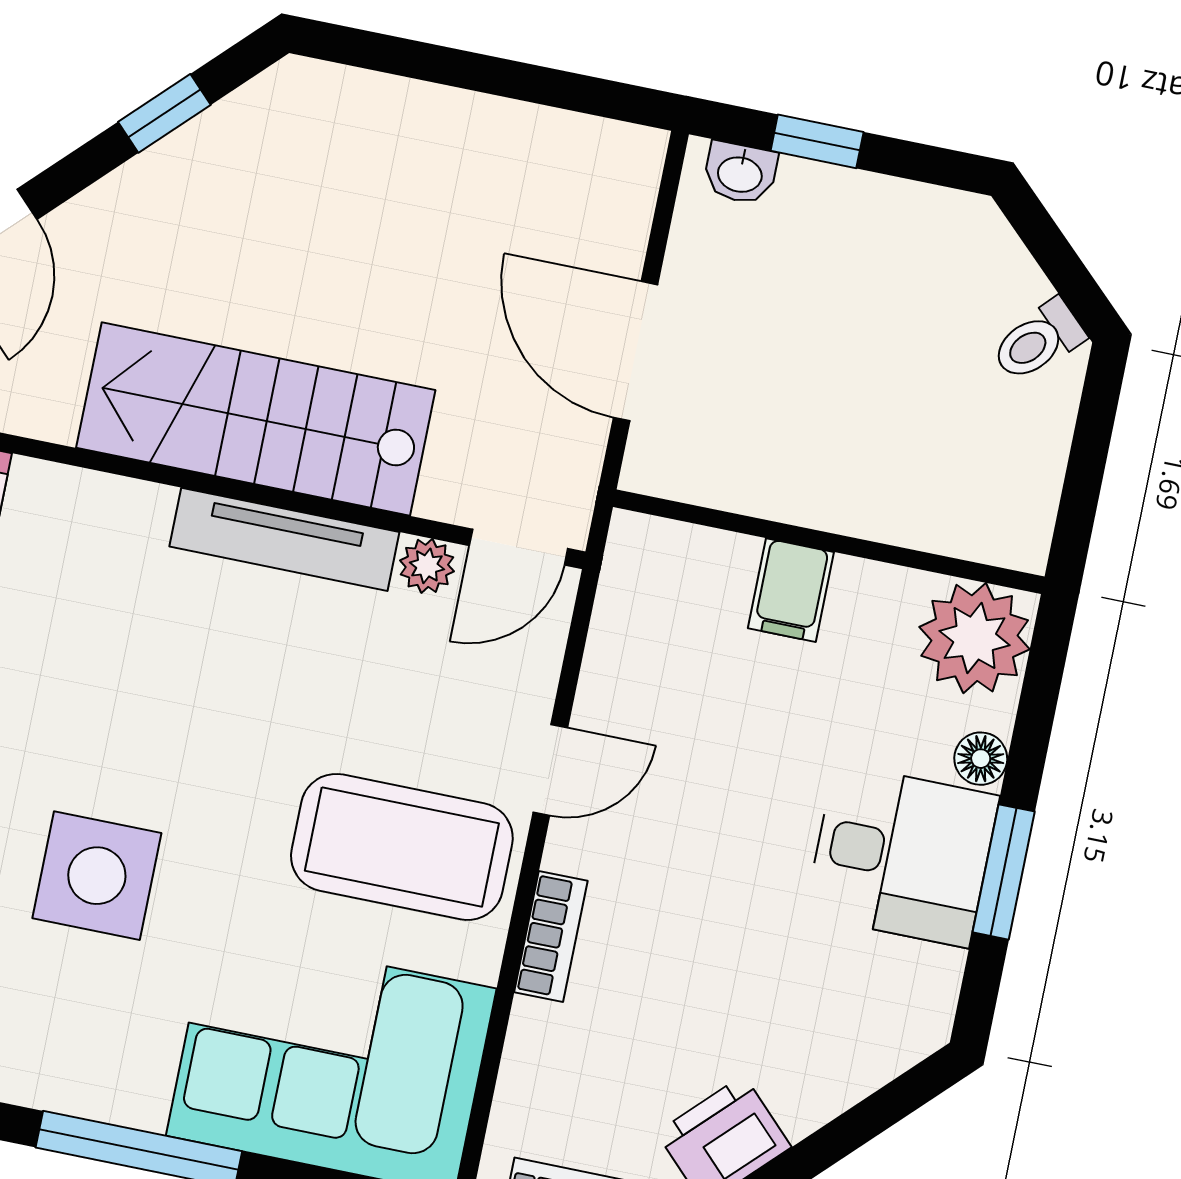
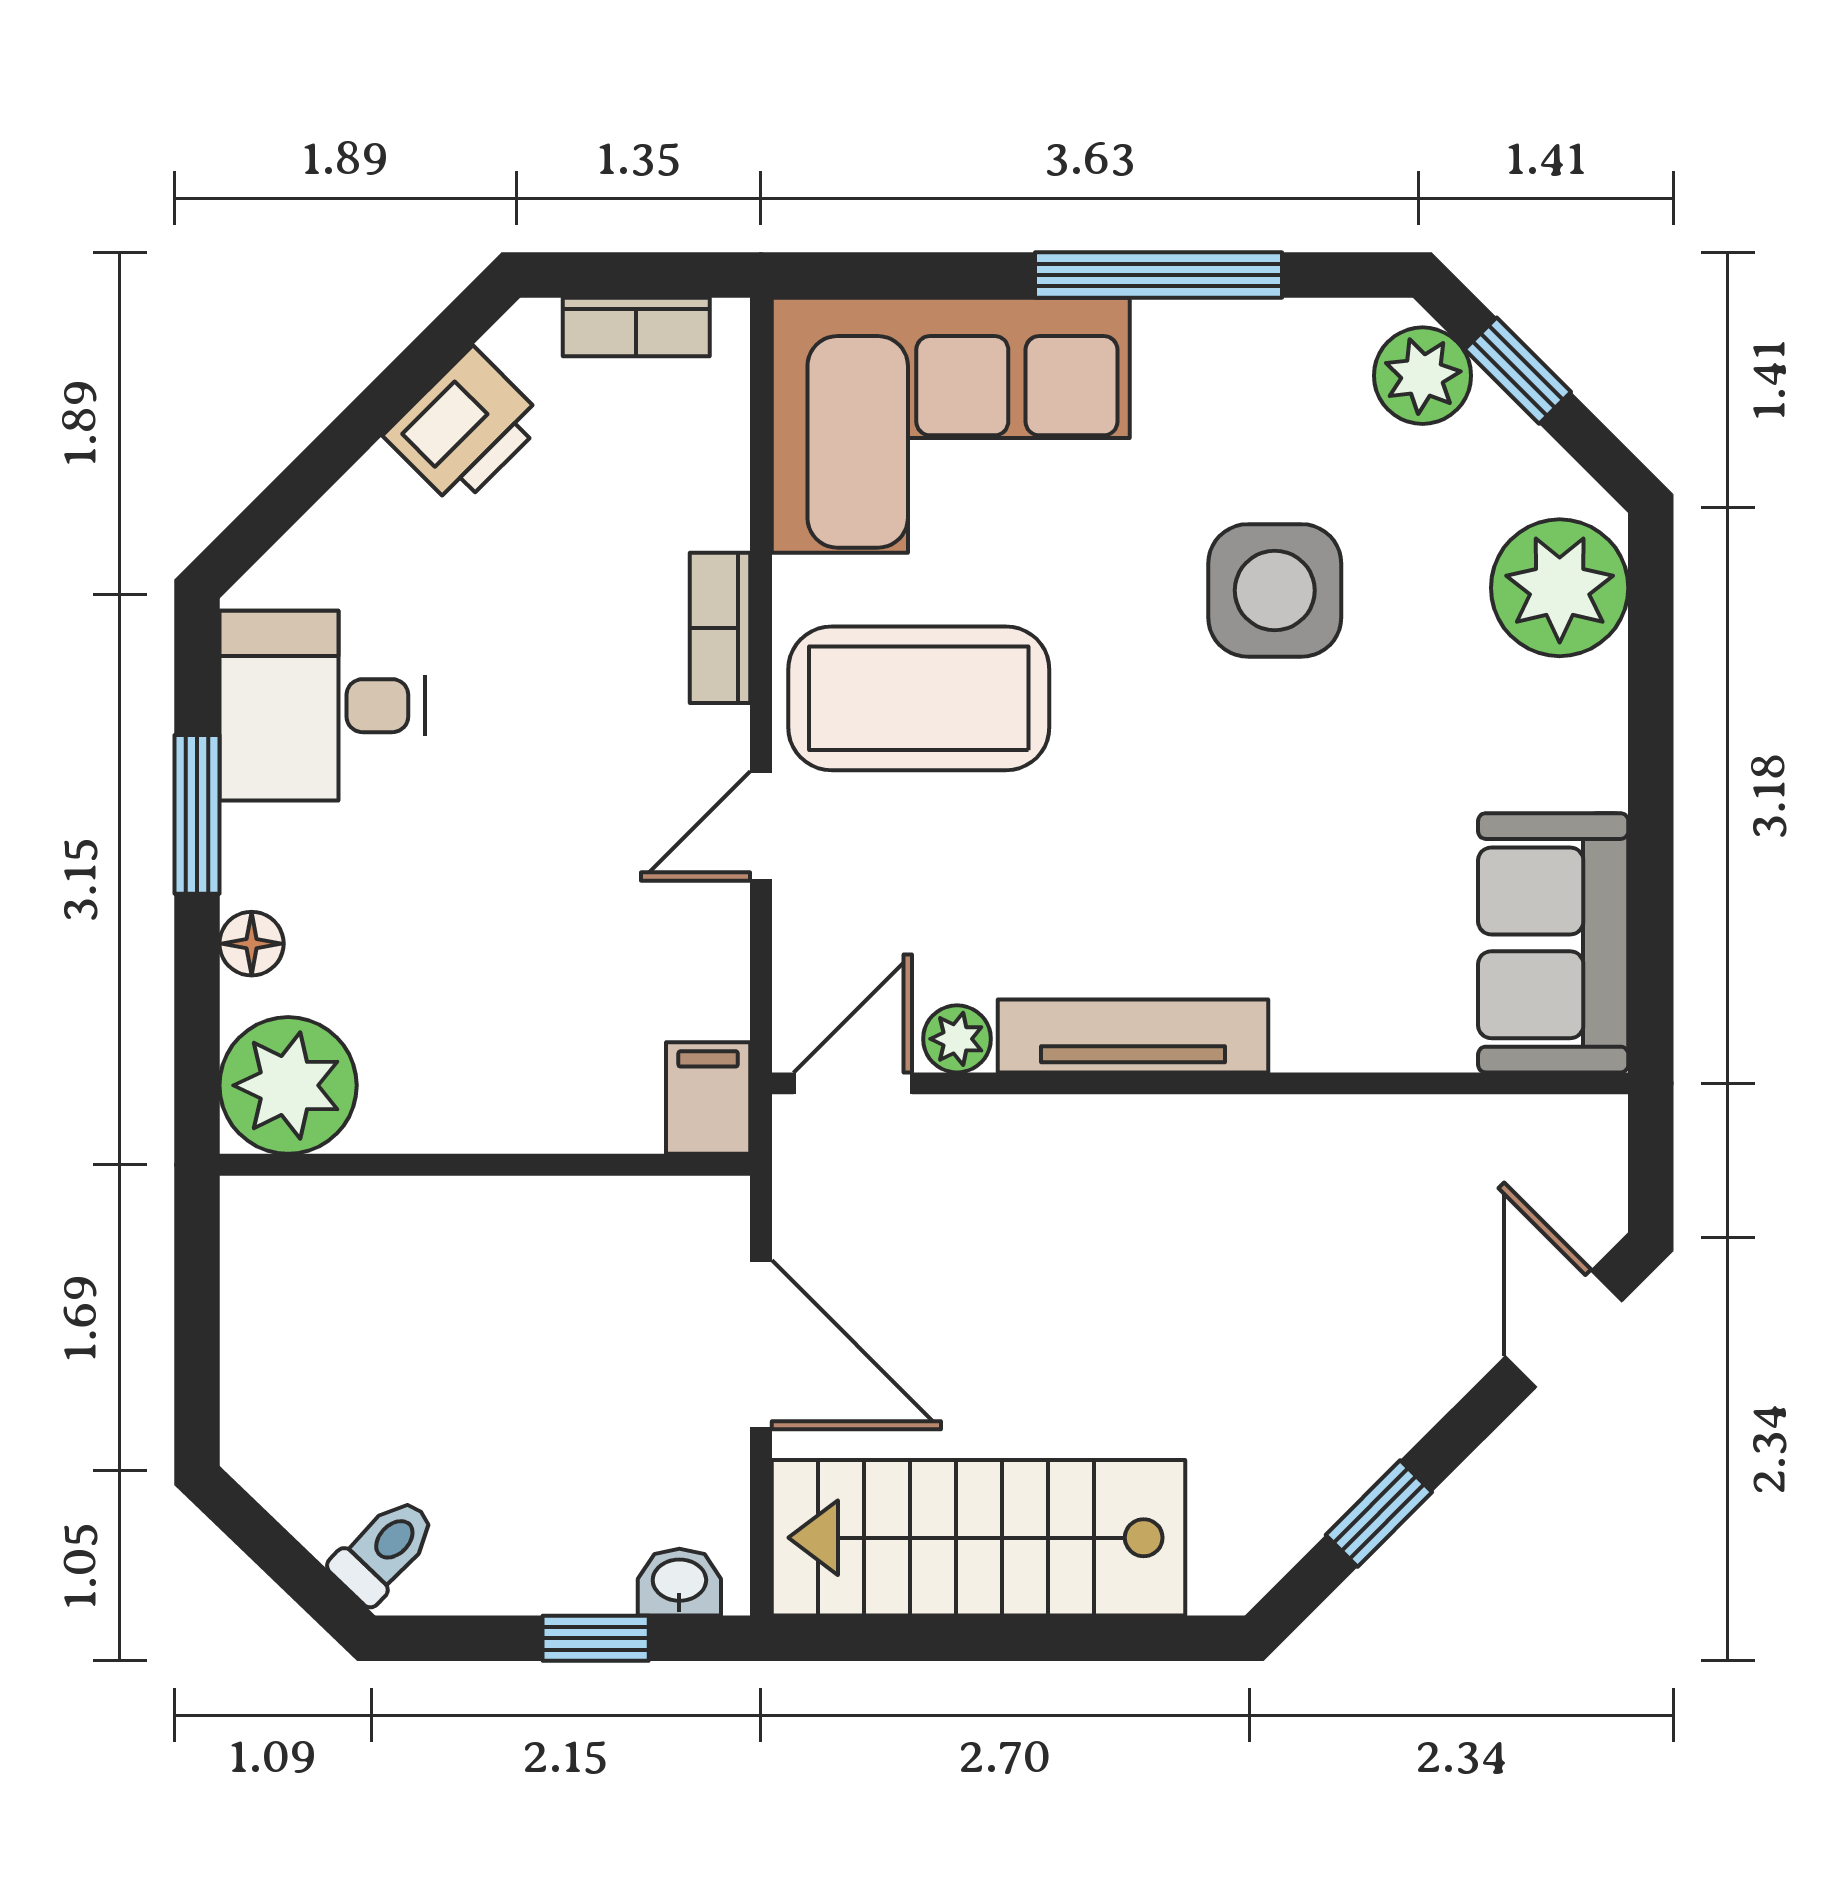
toilet: (1038, 341) -> (384, 1550), moved
stairs: (256, 419) -> (978, 1538), moved, turned 180
filing cabinet: (791, 590) -> (708, 1098), moved
desk: (902, 855) -> (322, 706), moved

